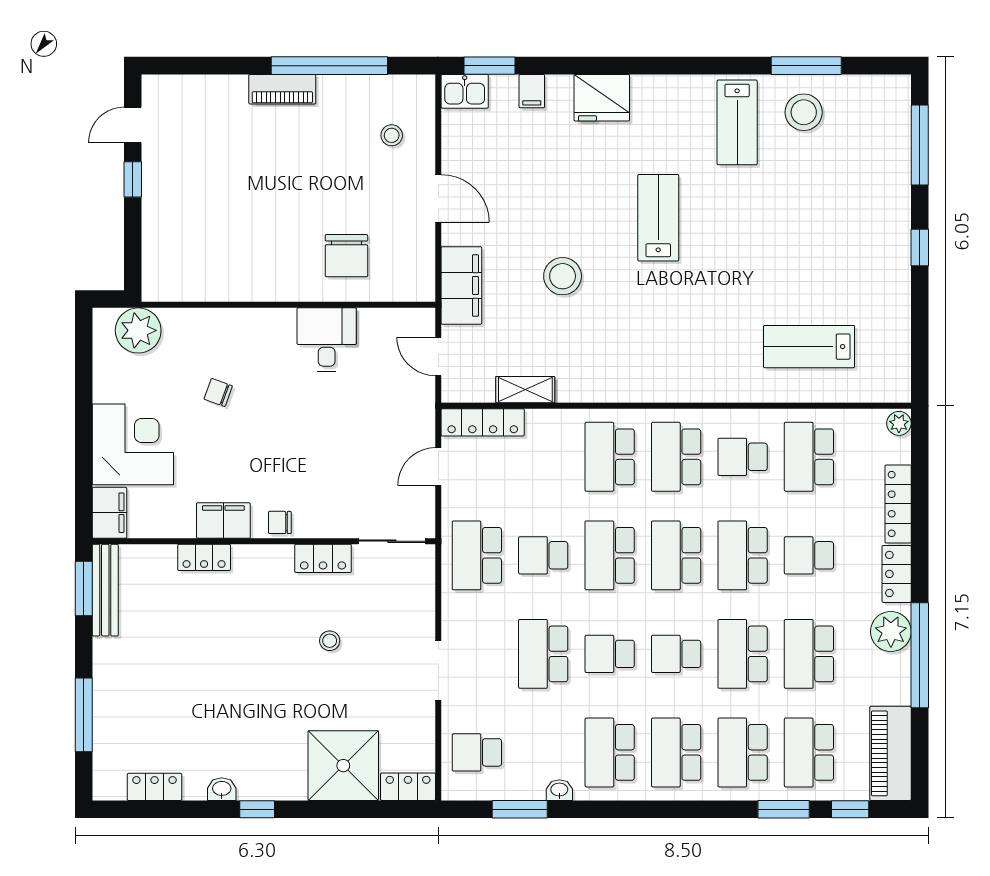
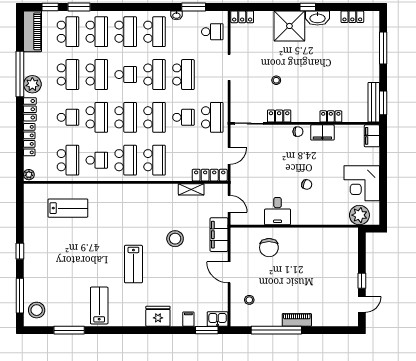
stool: (804, 112) -> (37, 310), moved
chair: (346, 256) -> (269, 248), turned 180
chair: (218, 392) -> (307, 184), moved
corner desk: (133, 444) -> (362, 183), moved
school desk: (610, 654) -> (155, 75), width x1.85
shower: (343, 766) -> (289, 26), moved
washbasin: (222, 789) -> (317, 18), width x1.91, depth x1.45

